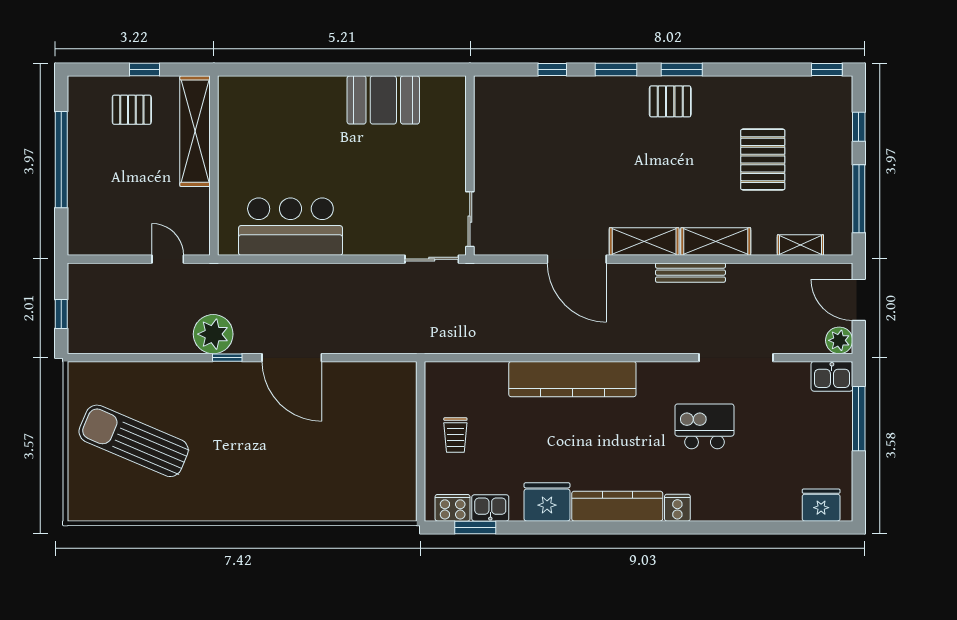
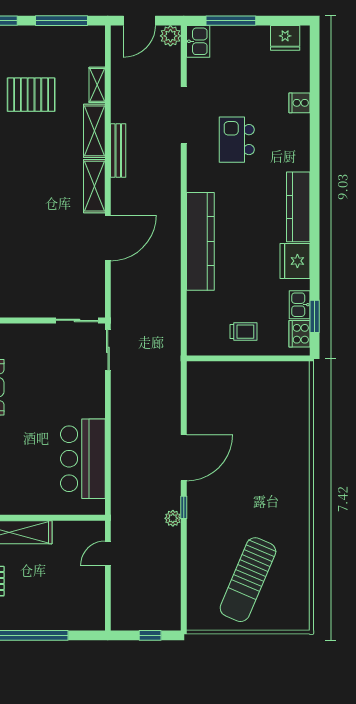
shelving: (800, 245) -> (97, 85), moved
plant: (213, 334) -> (173, 518), width x0.53, depth x0.53
fridge: (821, 505) -> (285, 38), moved, turned -90
cooker: (677, 508) -> (299, 103), moved

